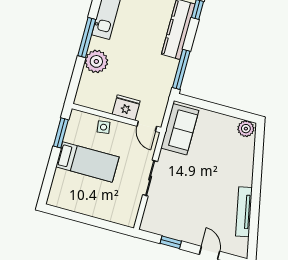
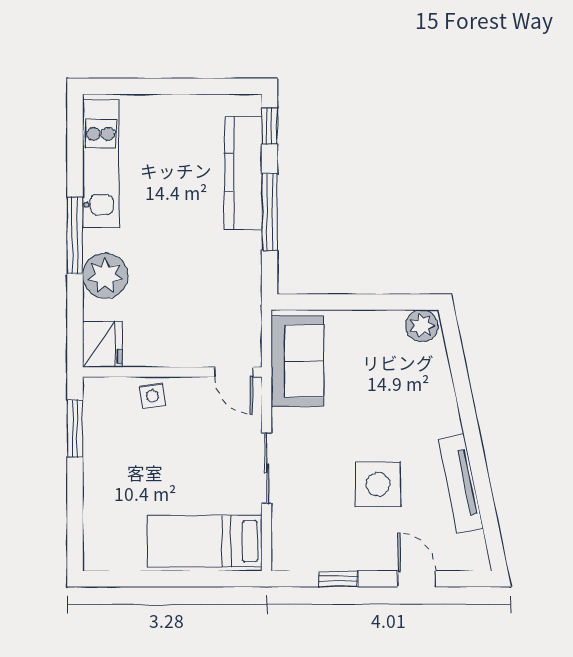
window: (181, 69) -> (270, 212), moved
fridge: (126, 108) -> (102, 344), moved, turned 90
bed: (87, 162) -> (205, 541), moved, turned 180
side table: (203, 201) -> (378, 484), added

